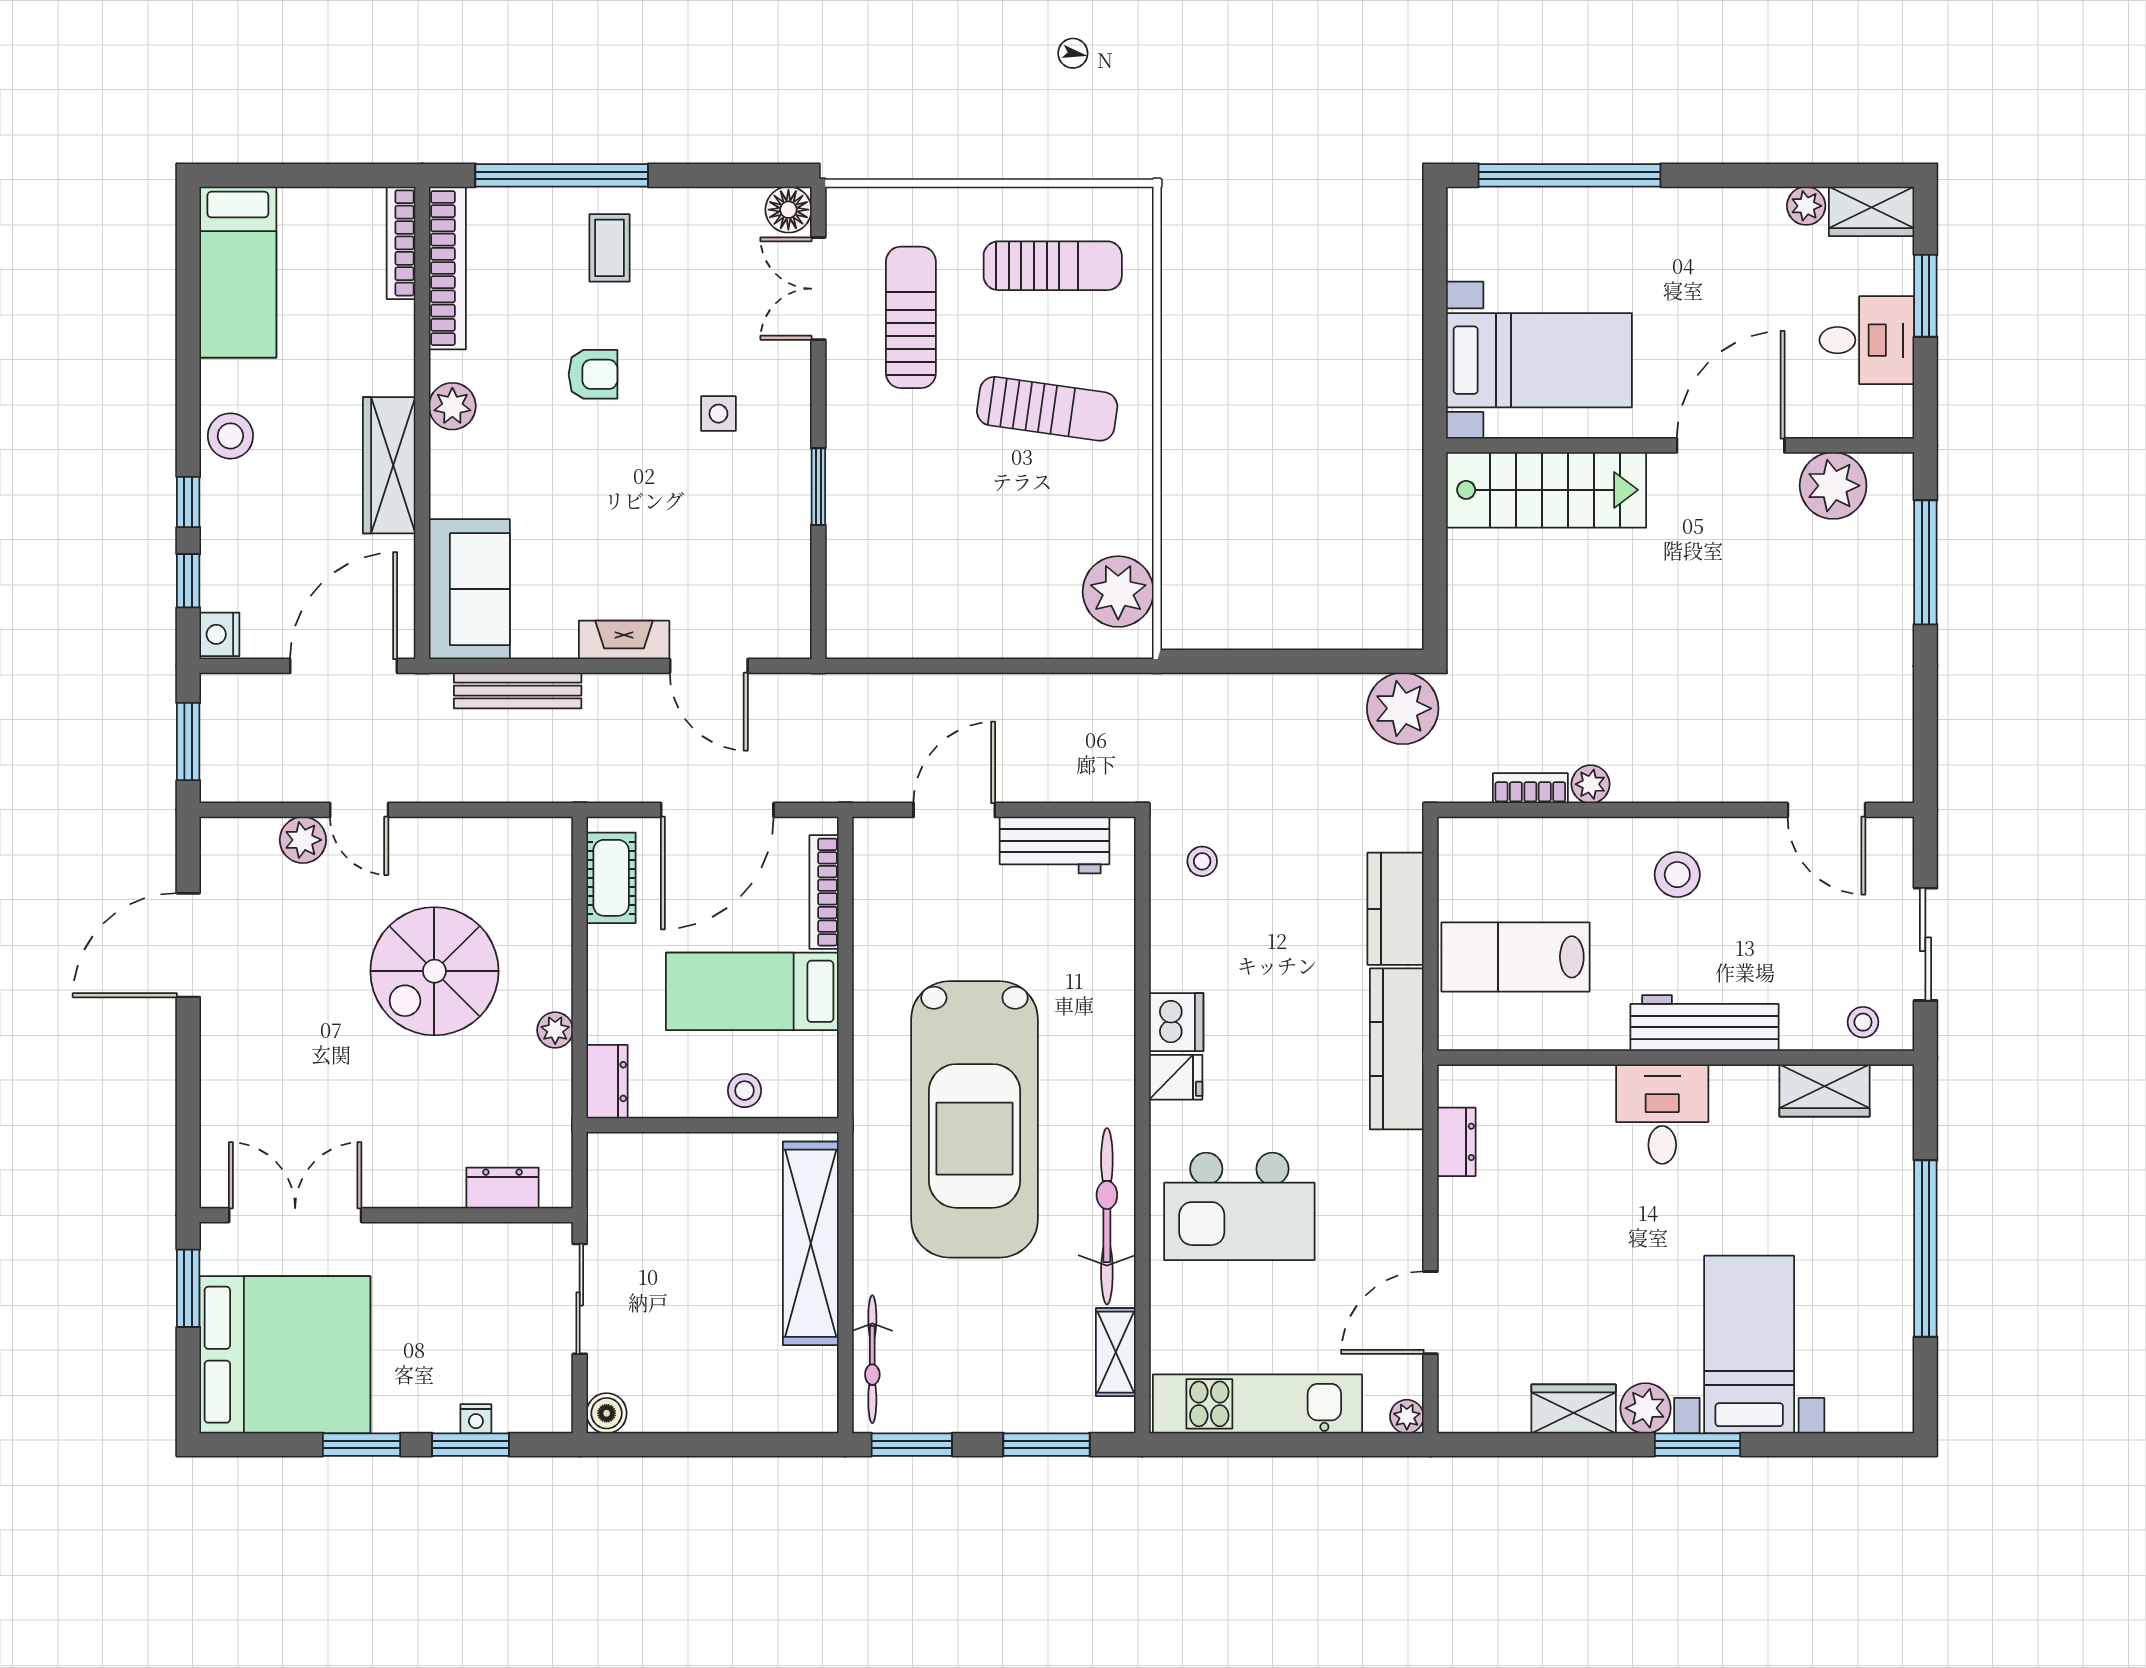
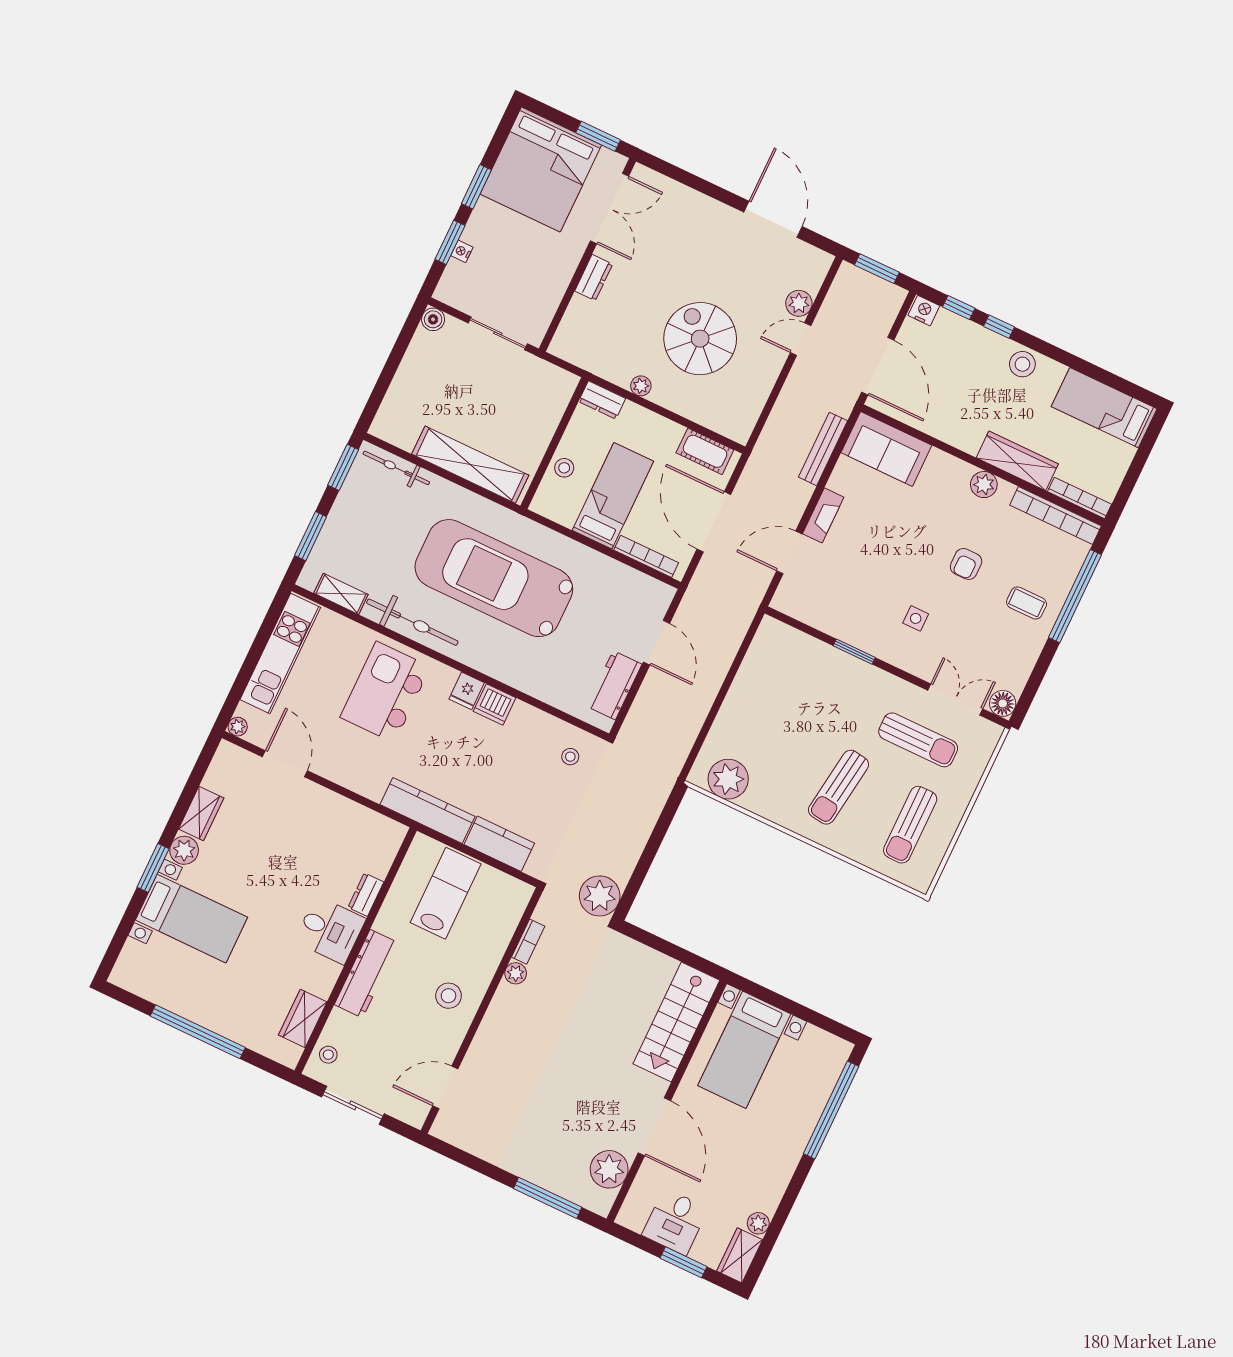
wardrobe: (389, 465) -> (1017, 461), moved
dresser: (1456, 1142) -> (366, 895), moved, turned 90
dresser: (502, 1188) -> (594, 278), moved

